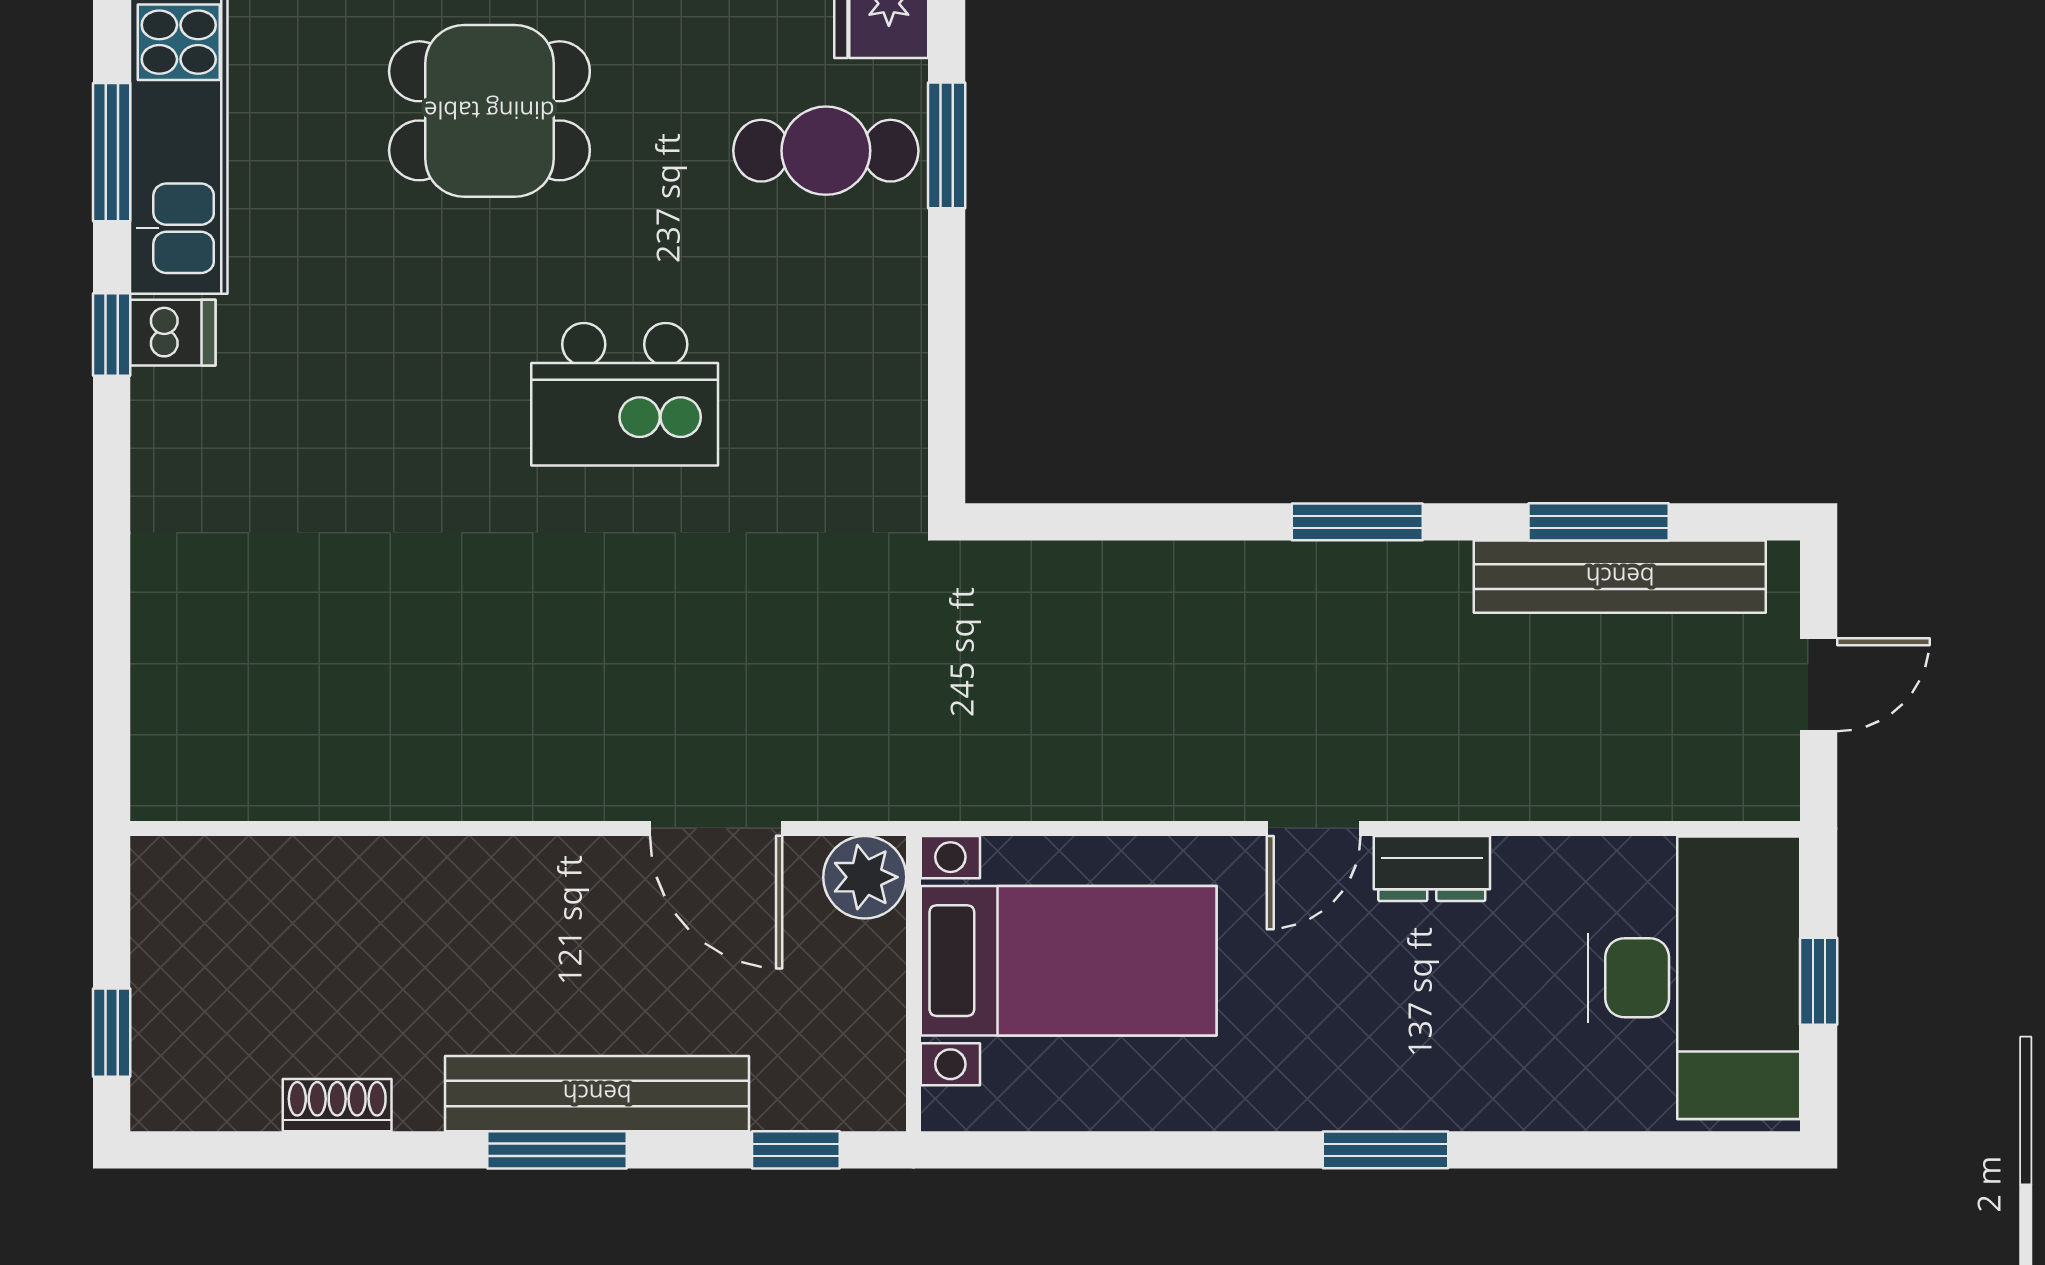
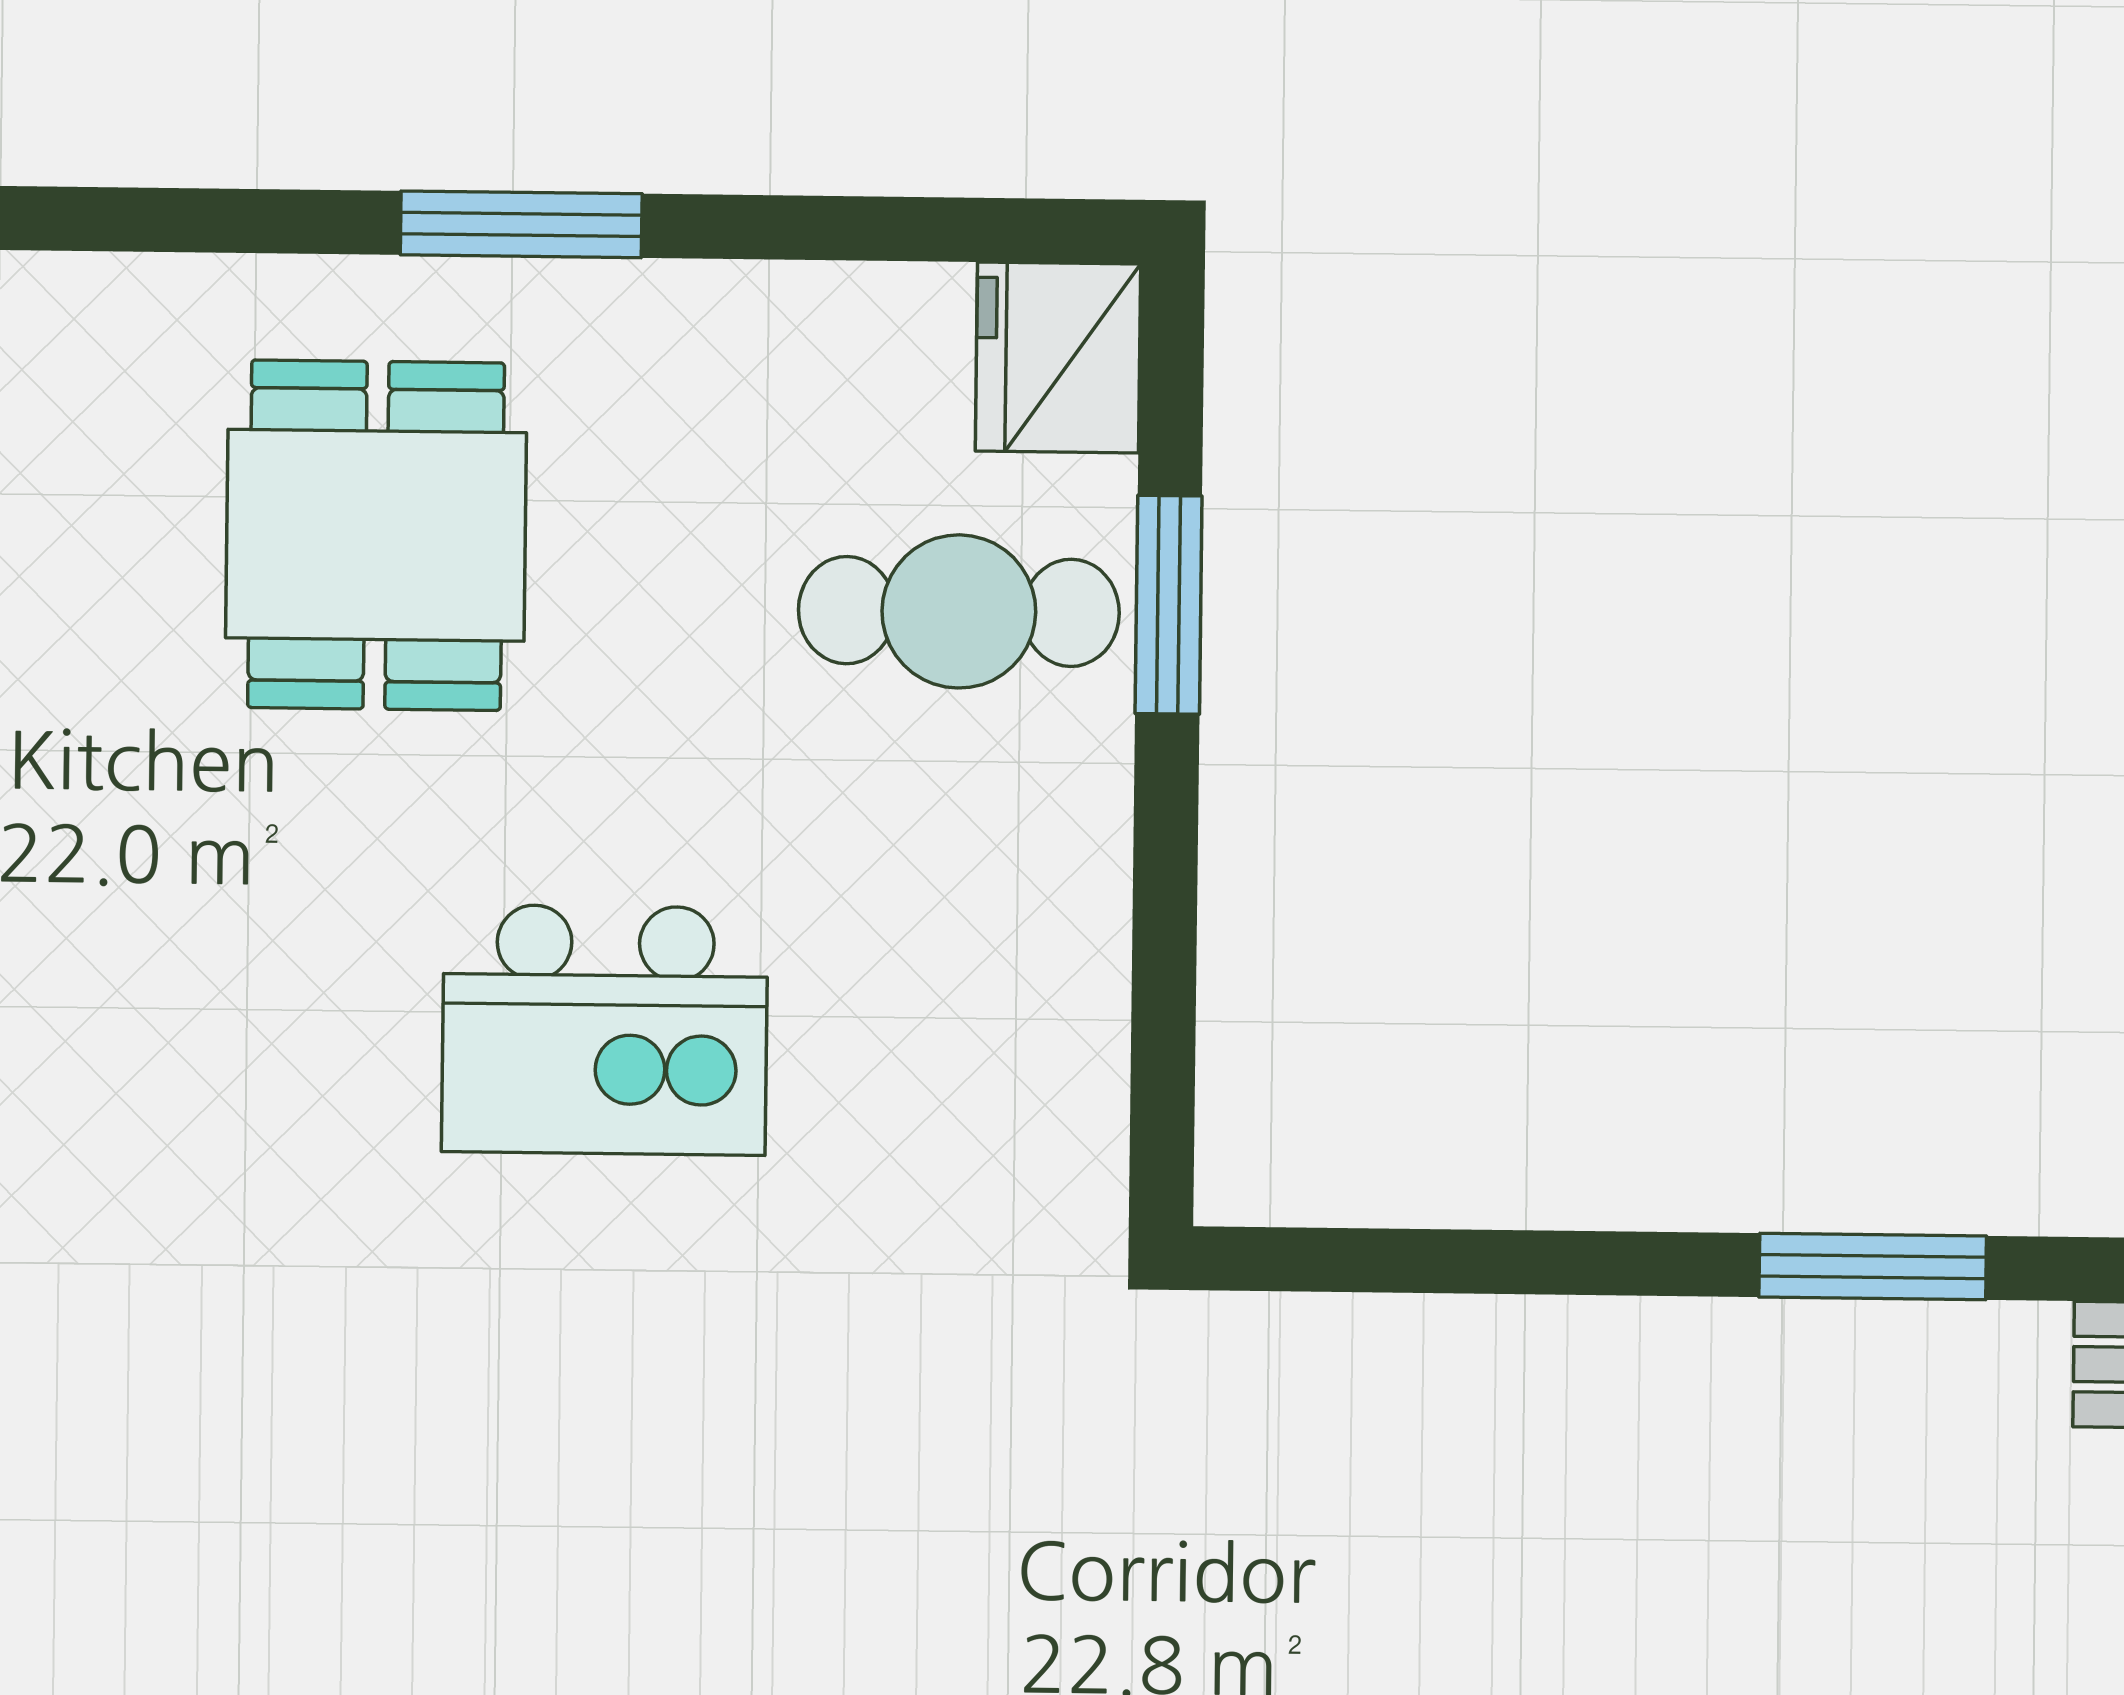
dining table: (489, 111) -> (376, 535), turned 90

